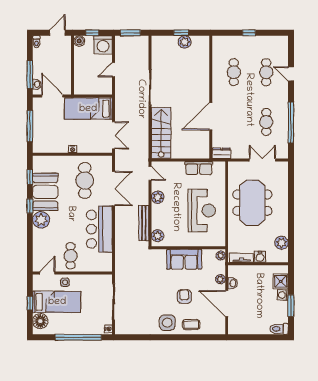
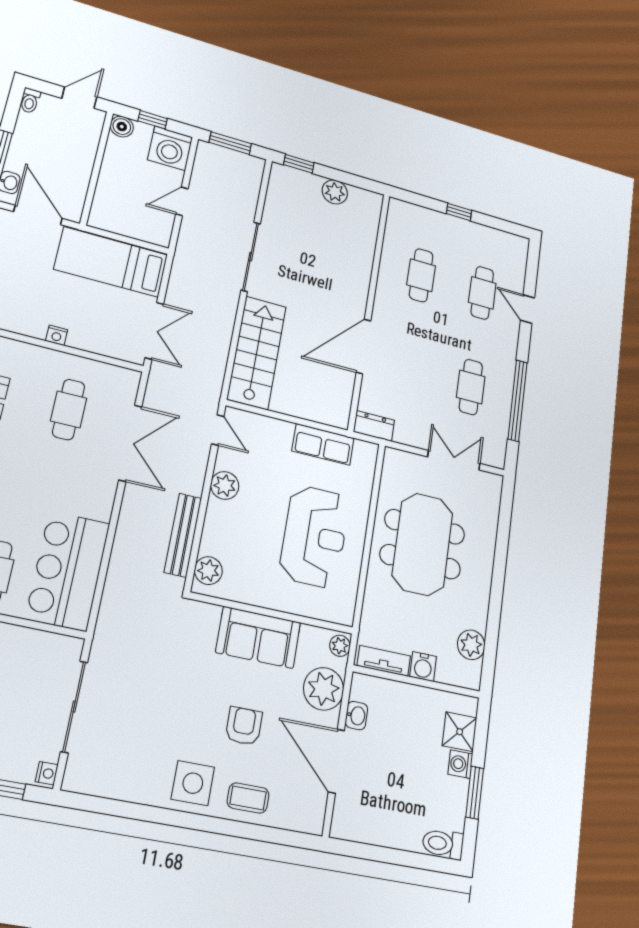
window: (181, 33) -> (299, 164), moved
cafe table: (85, 180) -> (69, 409), width x0.73, depth x0.74
bar counter: (99, 229) -> (68, 571), moved
plant: (220, 279) -> (324, 689), width x1.88, depth x1.88

